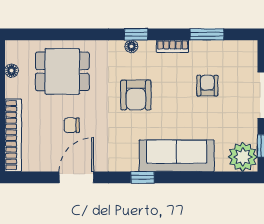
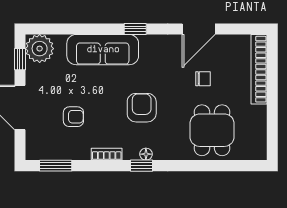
window: (207, 34) -> (56, 166), moved
floor lamp: (12, 71) -> (261, 131), removed
dining table: (62, 71) -> (212, 130), turned 90
armchair: (207, 86) -> (73, 117), turned -90

